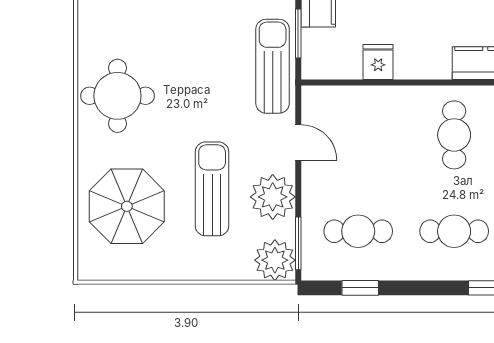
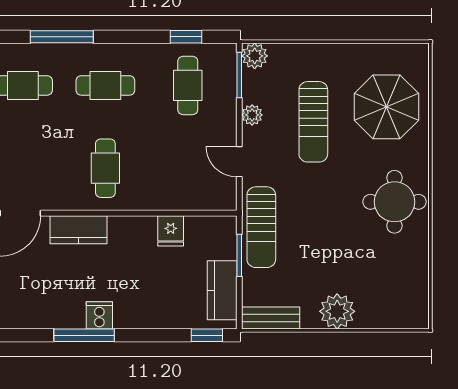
plant: (273, 197) -> (252, 115), width x0.53, depth x0.53
cafe table: (358, 231) -> (188, 85), turned 90
plant: (275, 260) -> (255, 56), width x0.73, depth x0.73

